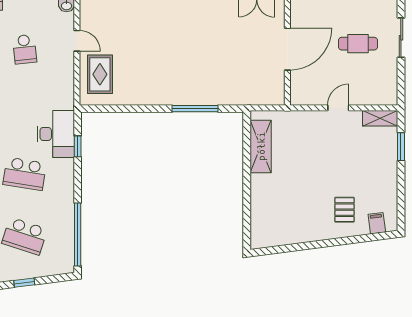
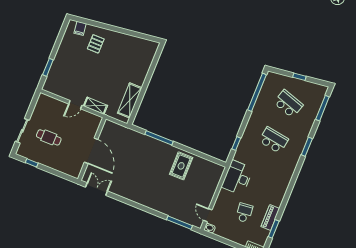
door: (77, 41) -> (208, 215), moved
door: (287, 49) -> (91, 151), swing flipped
rug: (100, 74) -> (181, 166), moved
shelving: (380, 118) -> (95, 106), moved
desk: (56, 134) -> (237, 178), moved

